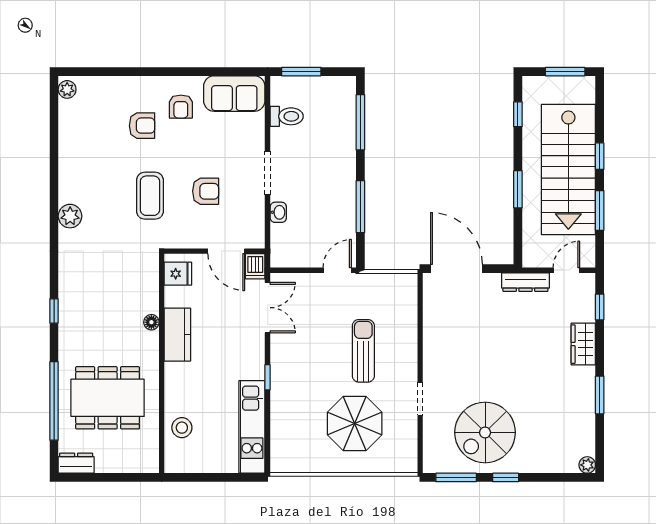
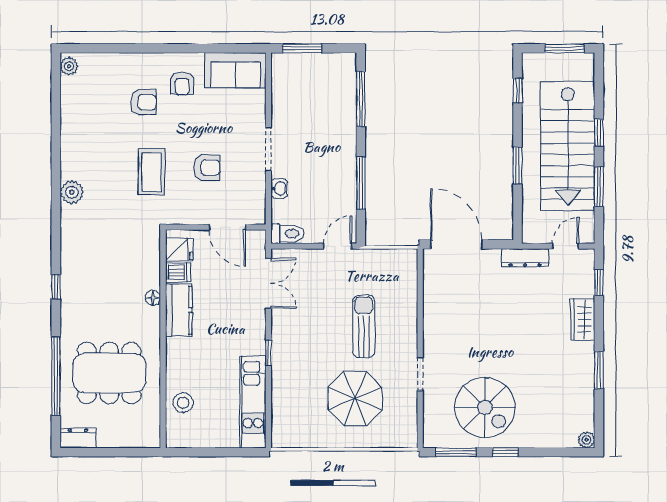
toilet: (287, 116) -> (287, 234), moved
dishwasher: (255, 266) -> (178, 272), moved, turned -90
spiral stairs: (485, 432) -> (485, 408), turned -90

